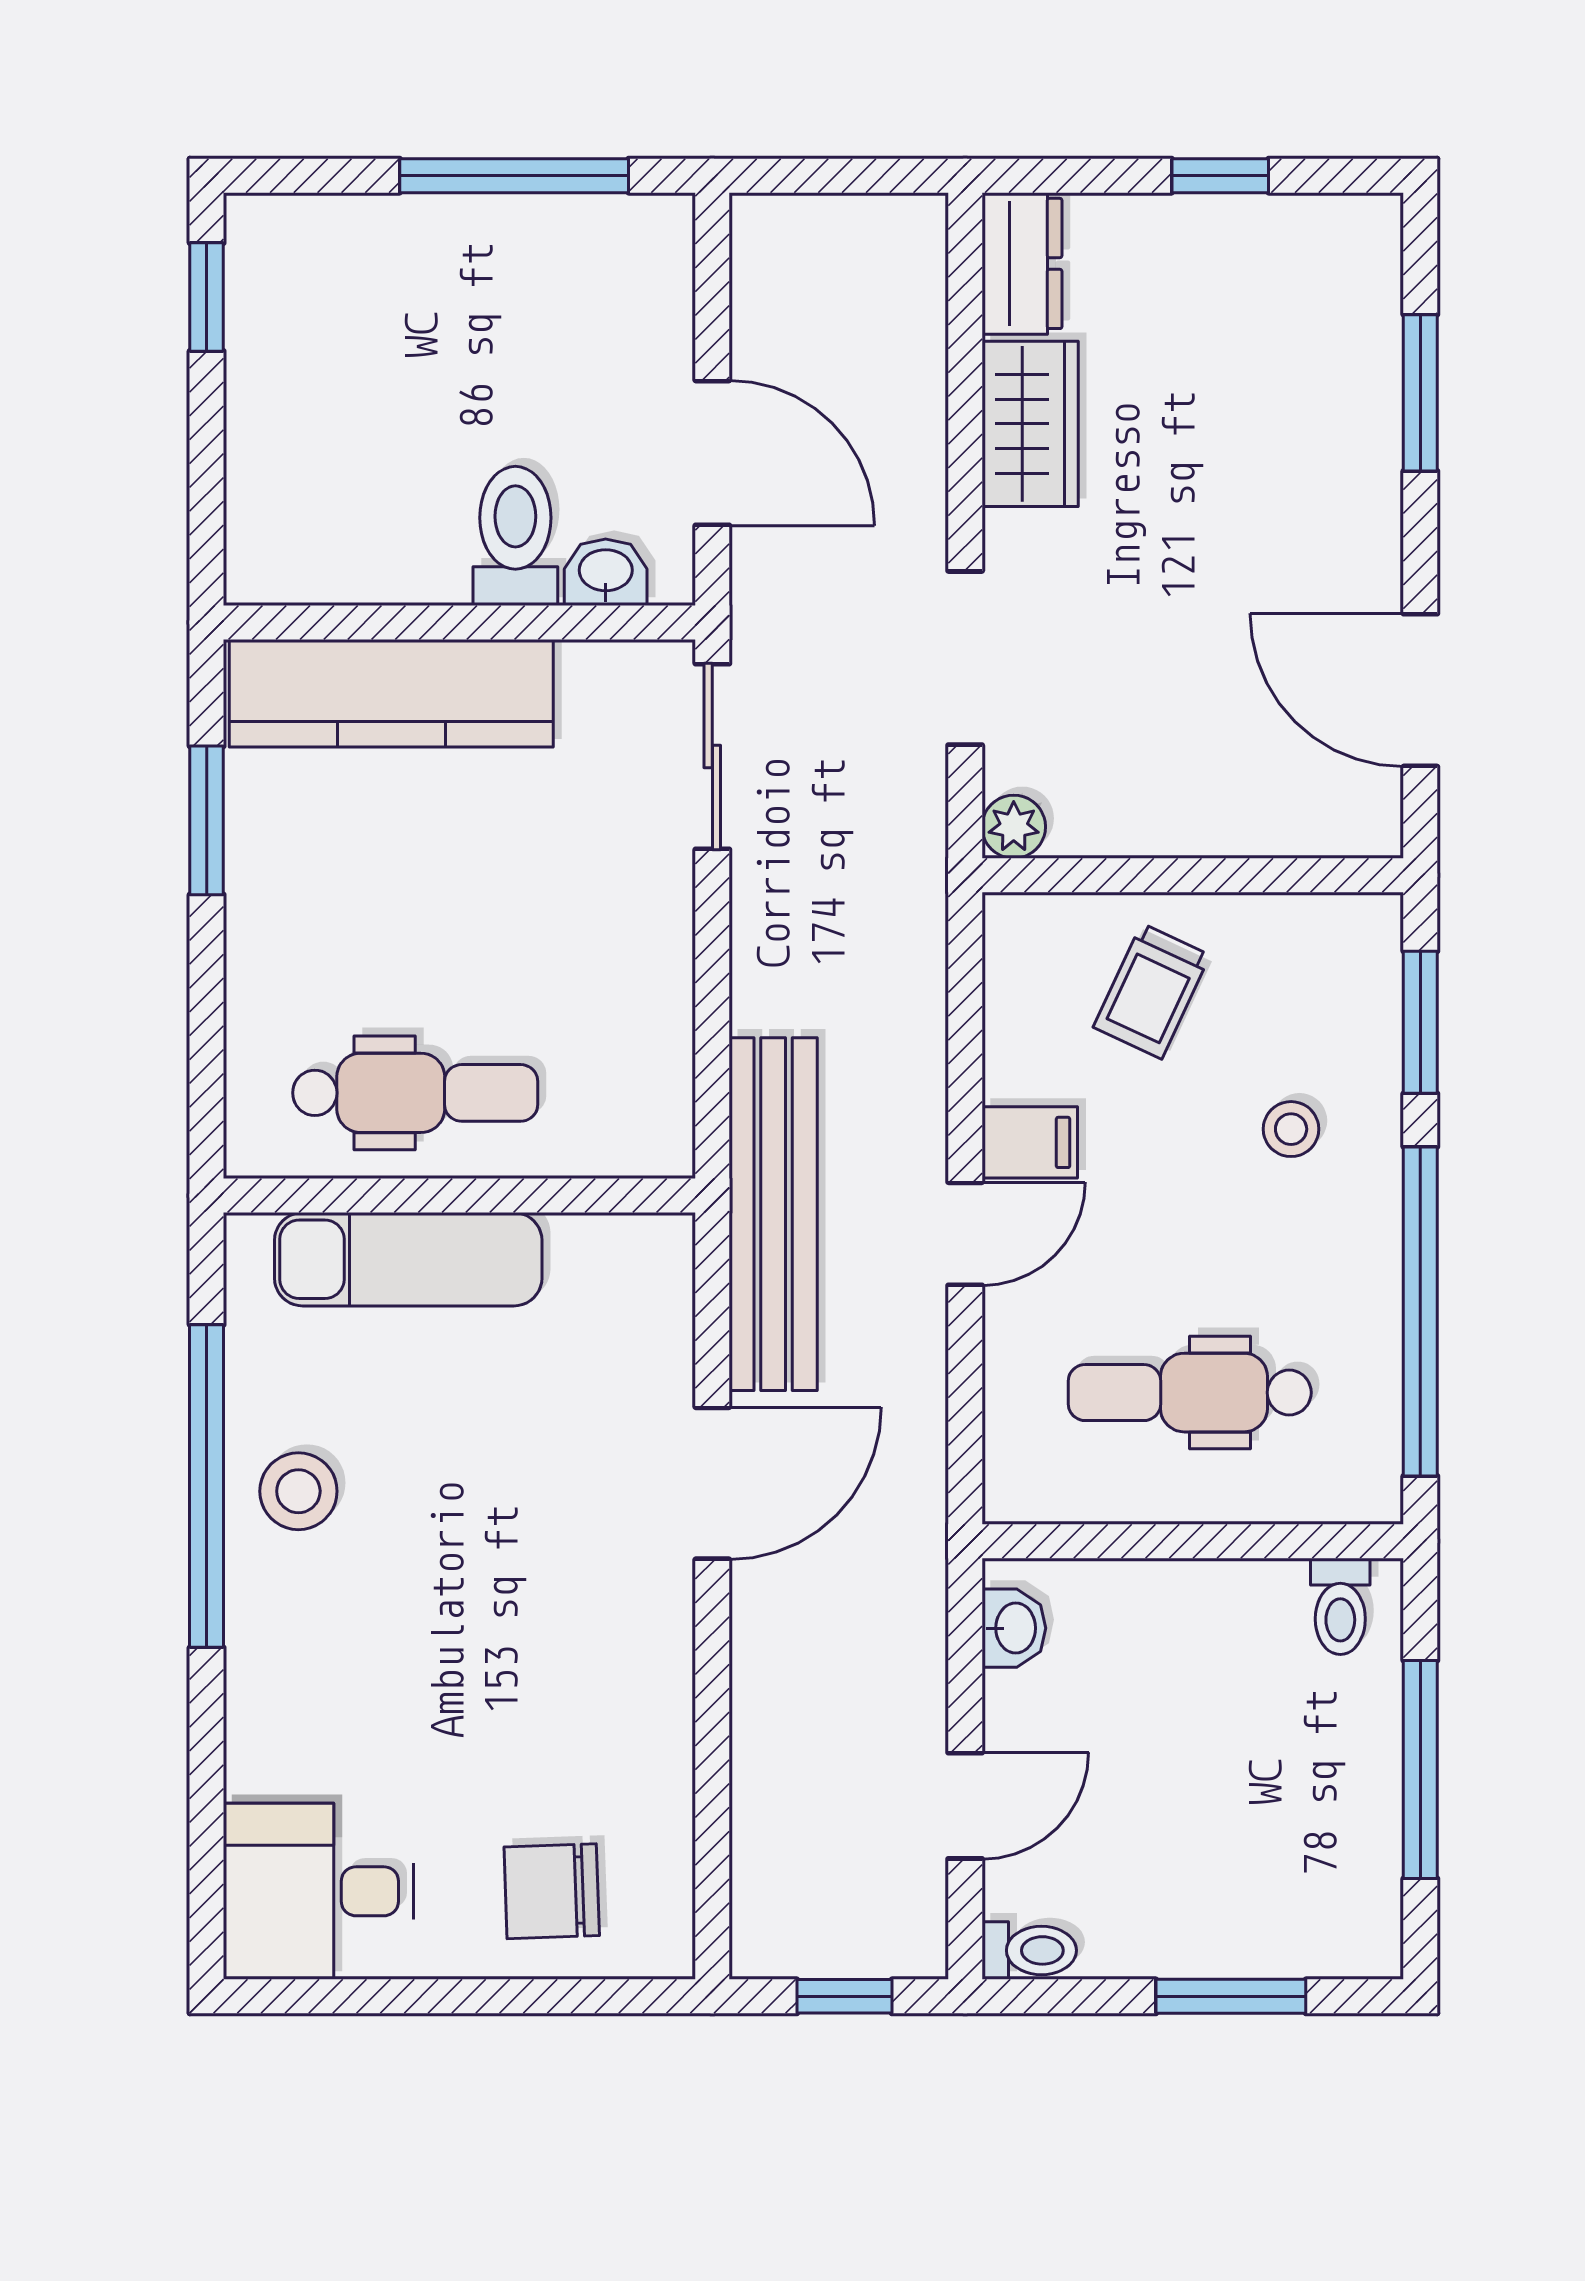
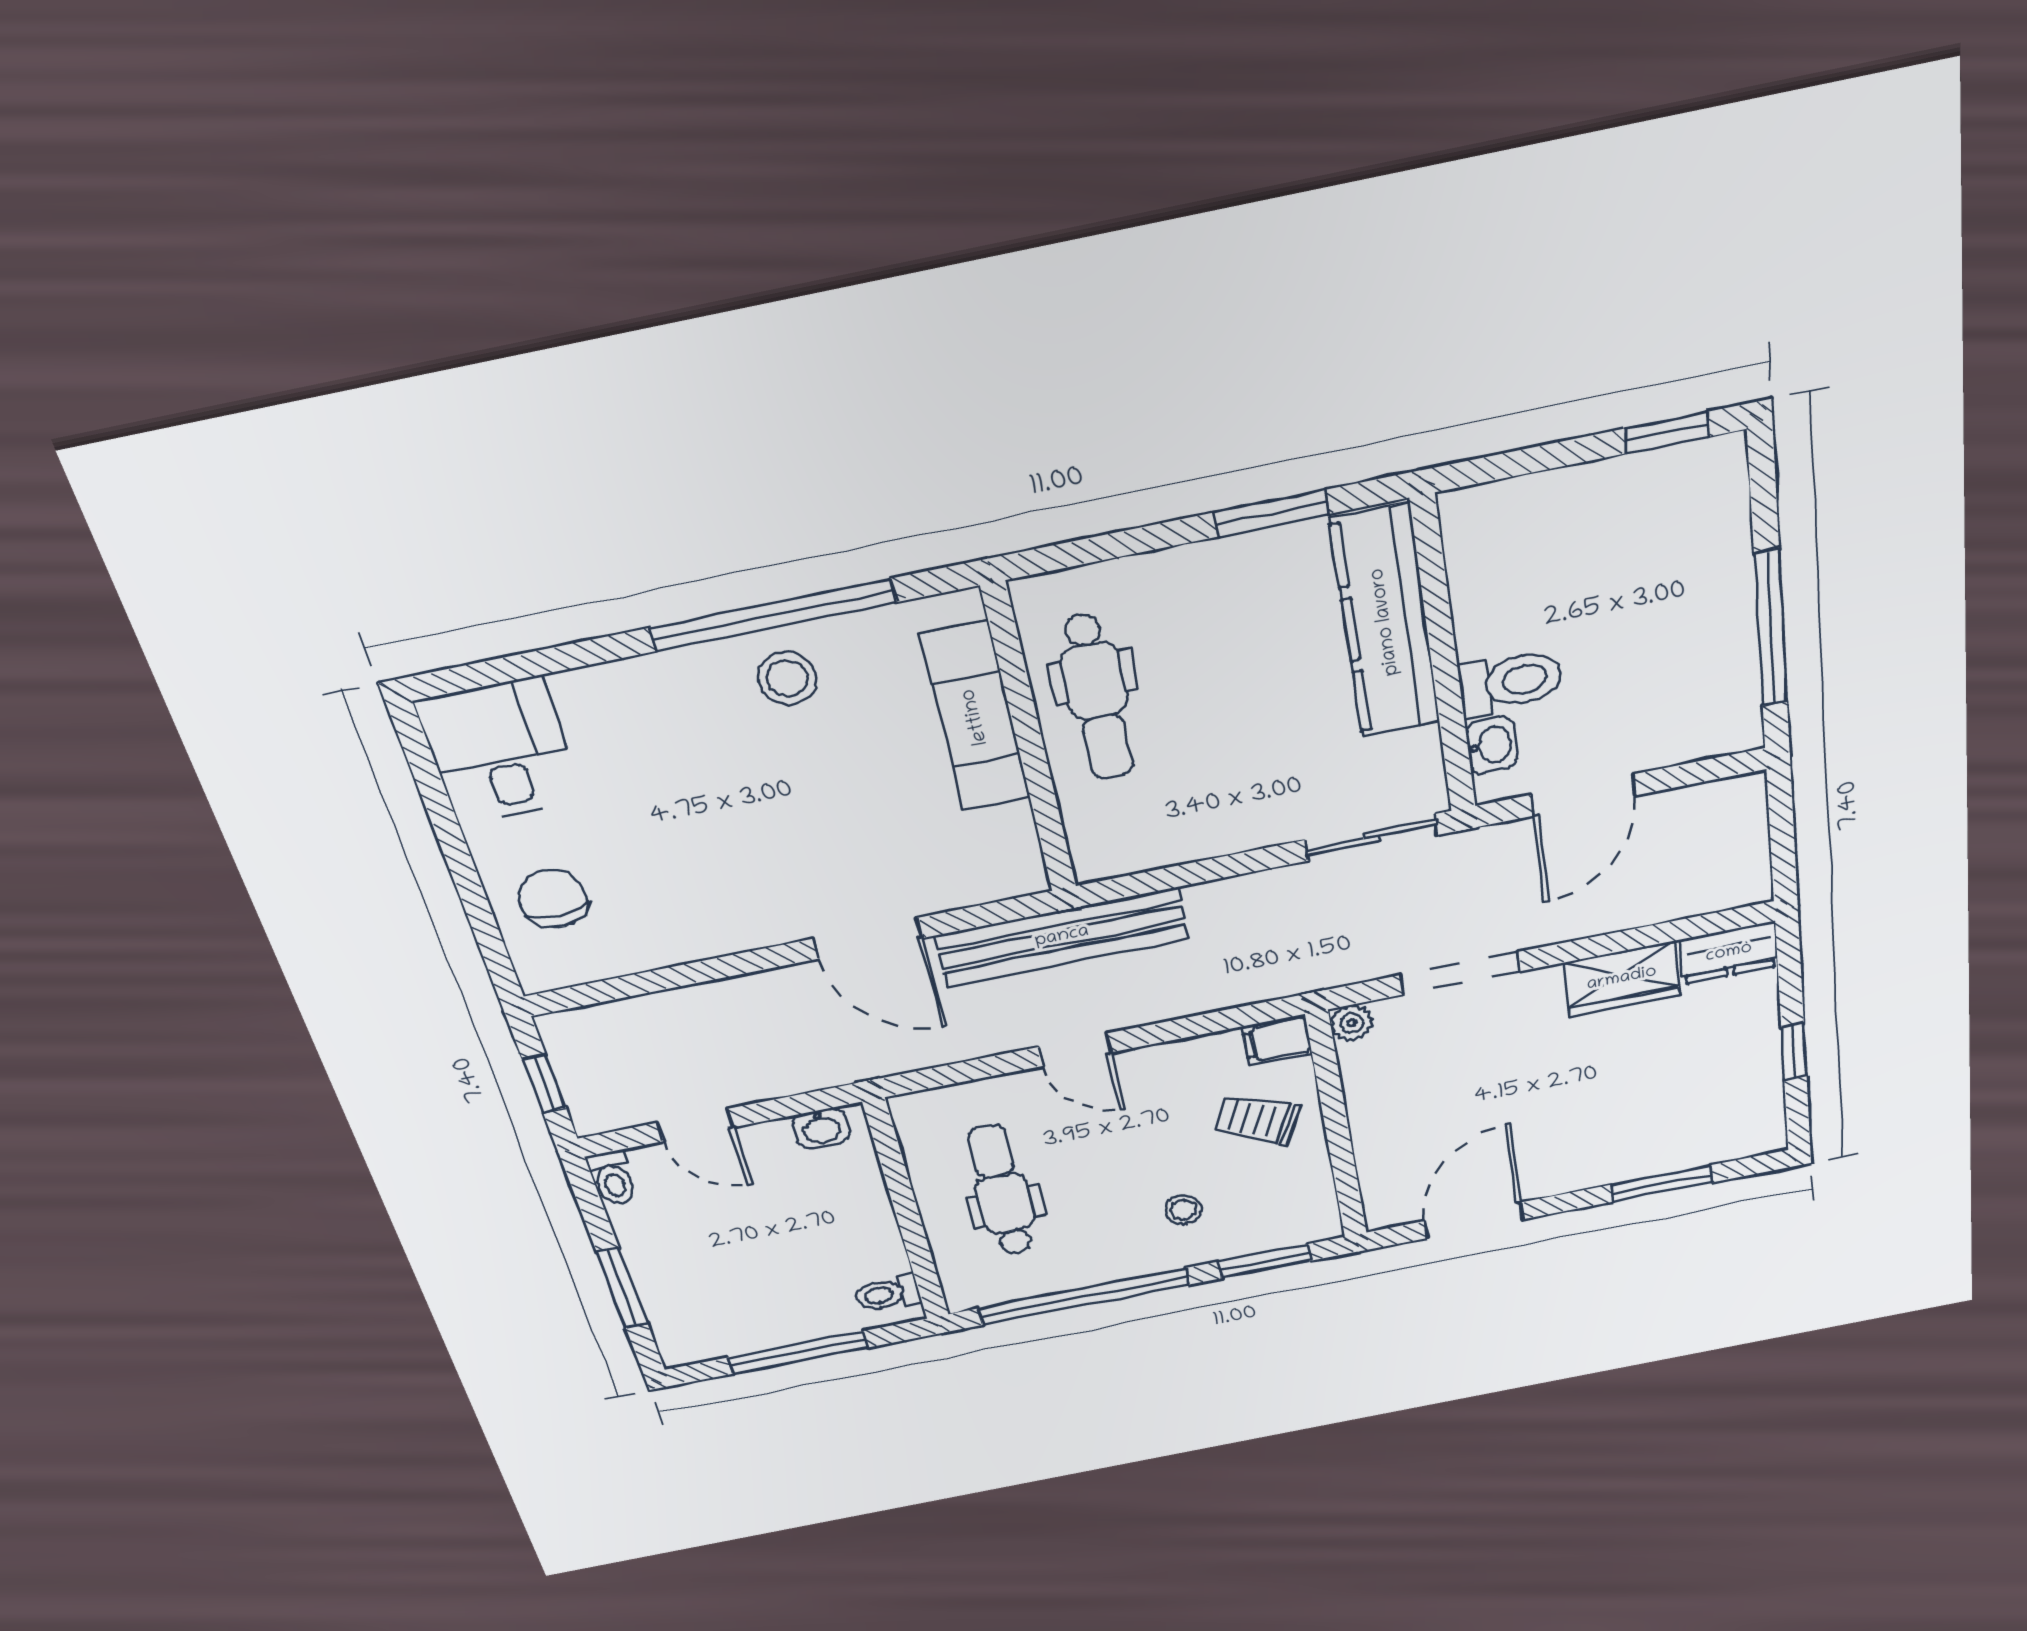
filing cabinet: (1030, 1142) -> (1277, 1040), moved, turned 90

